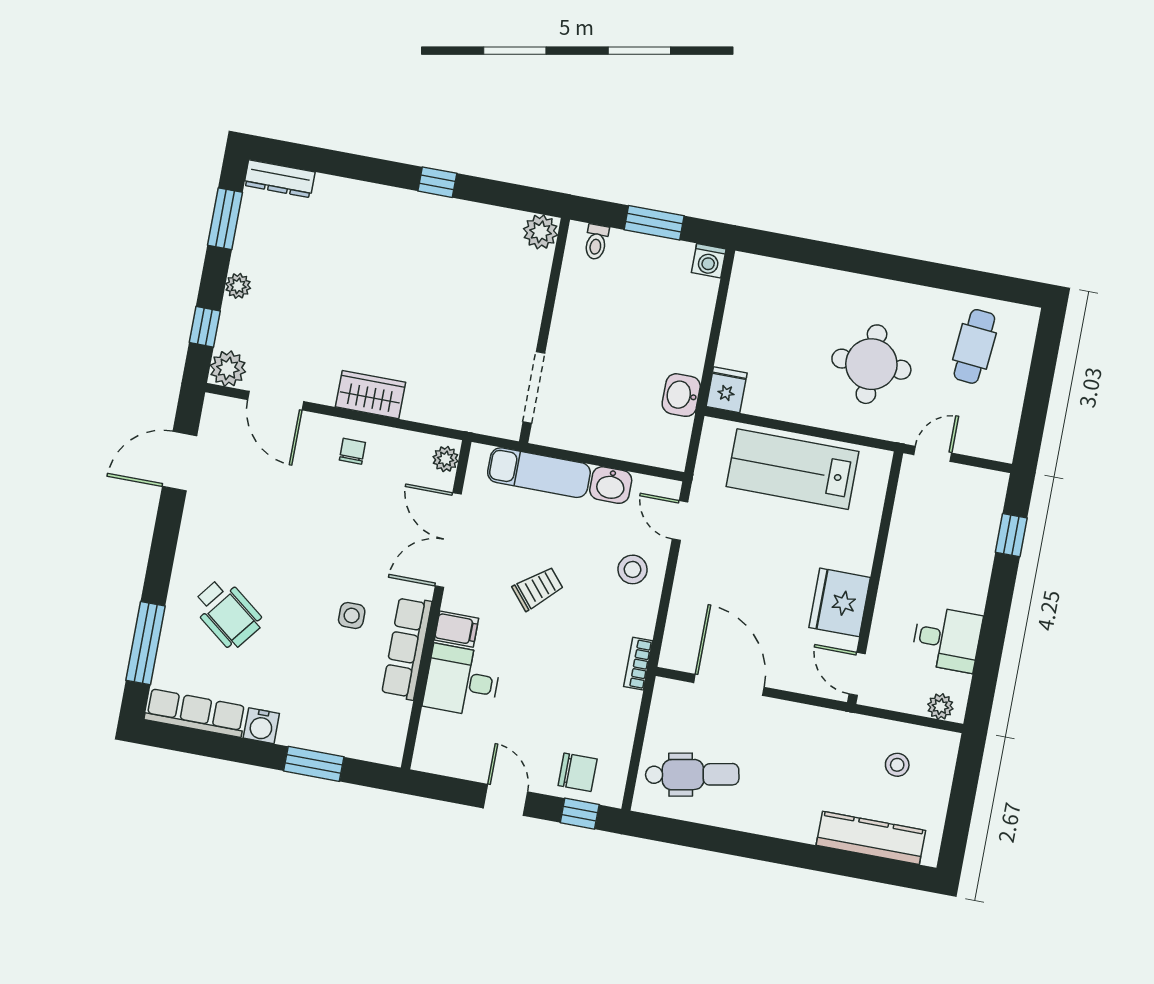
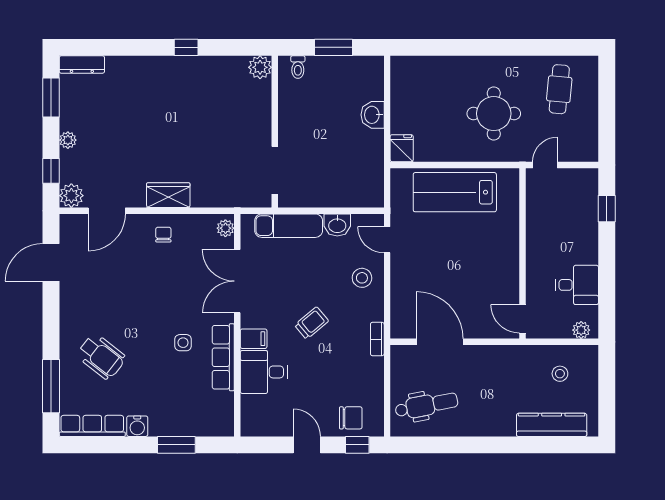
washing machine: (709, 261) -> (374, 66), removed
washbasin: (681, 395) -> (373, 115), moved
door: (276, 401) -> (107, 211), hinge flipped
trolley: (538, 588) -> (312, 323), moved
fridge: (840, 602) -> (502, 274), removed

